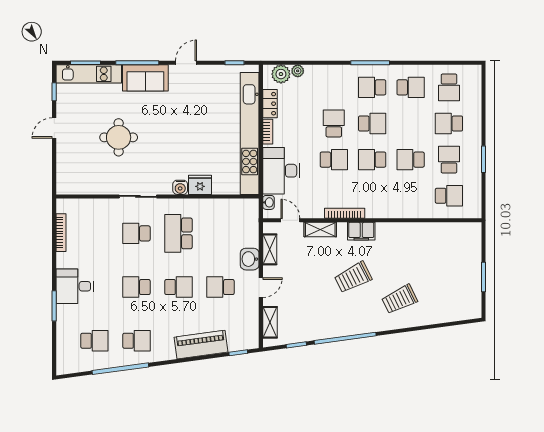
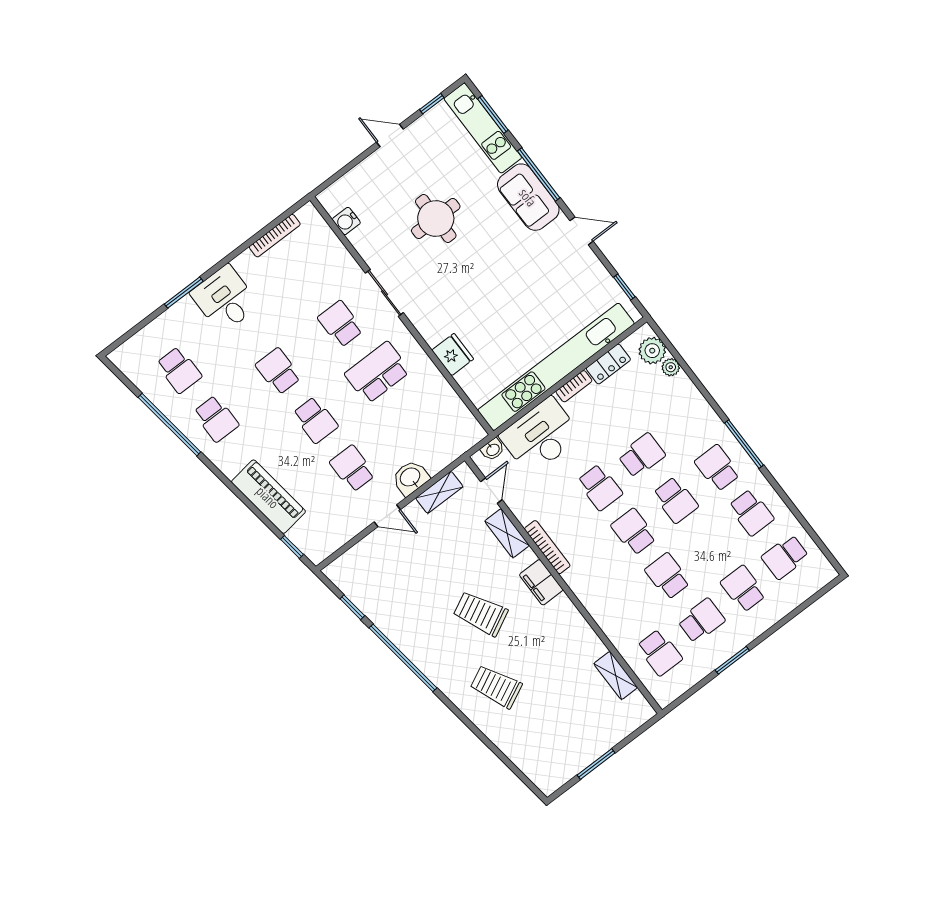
water cooler: (180, 187) -> (346, 221), moved
shelving: (270, 322) -> (616, 676), moved, turned 90

